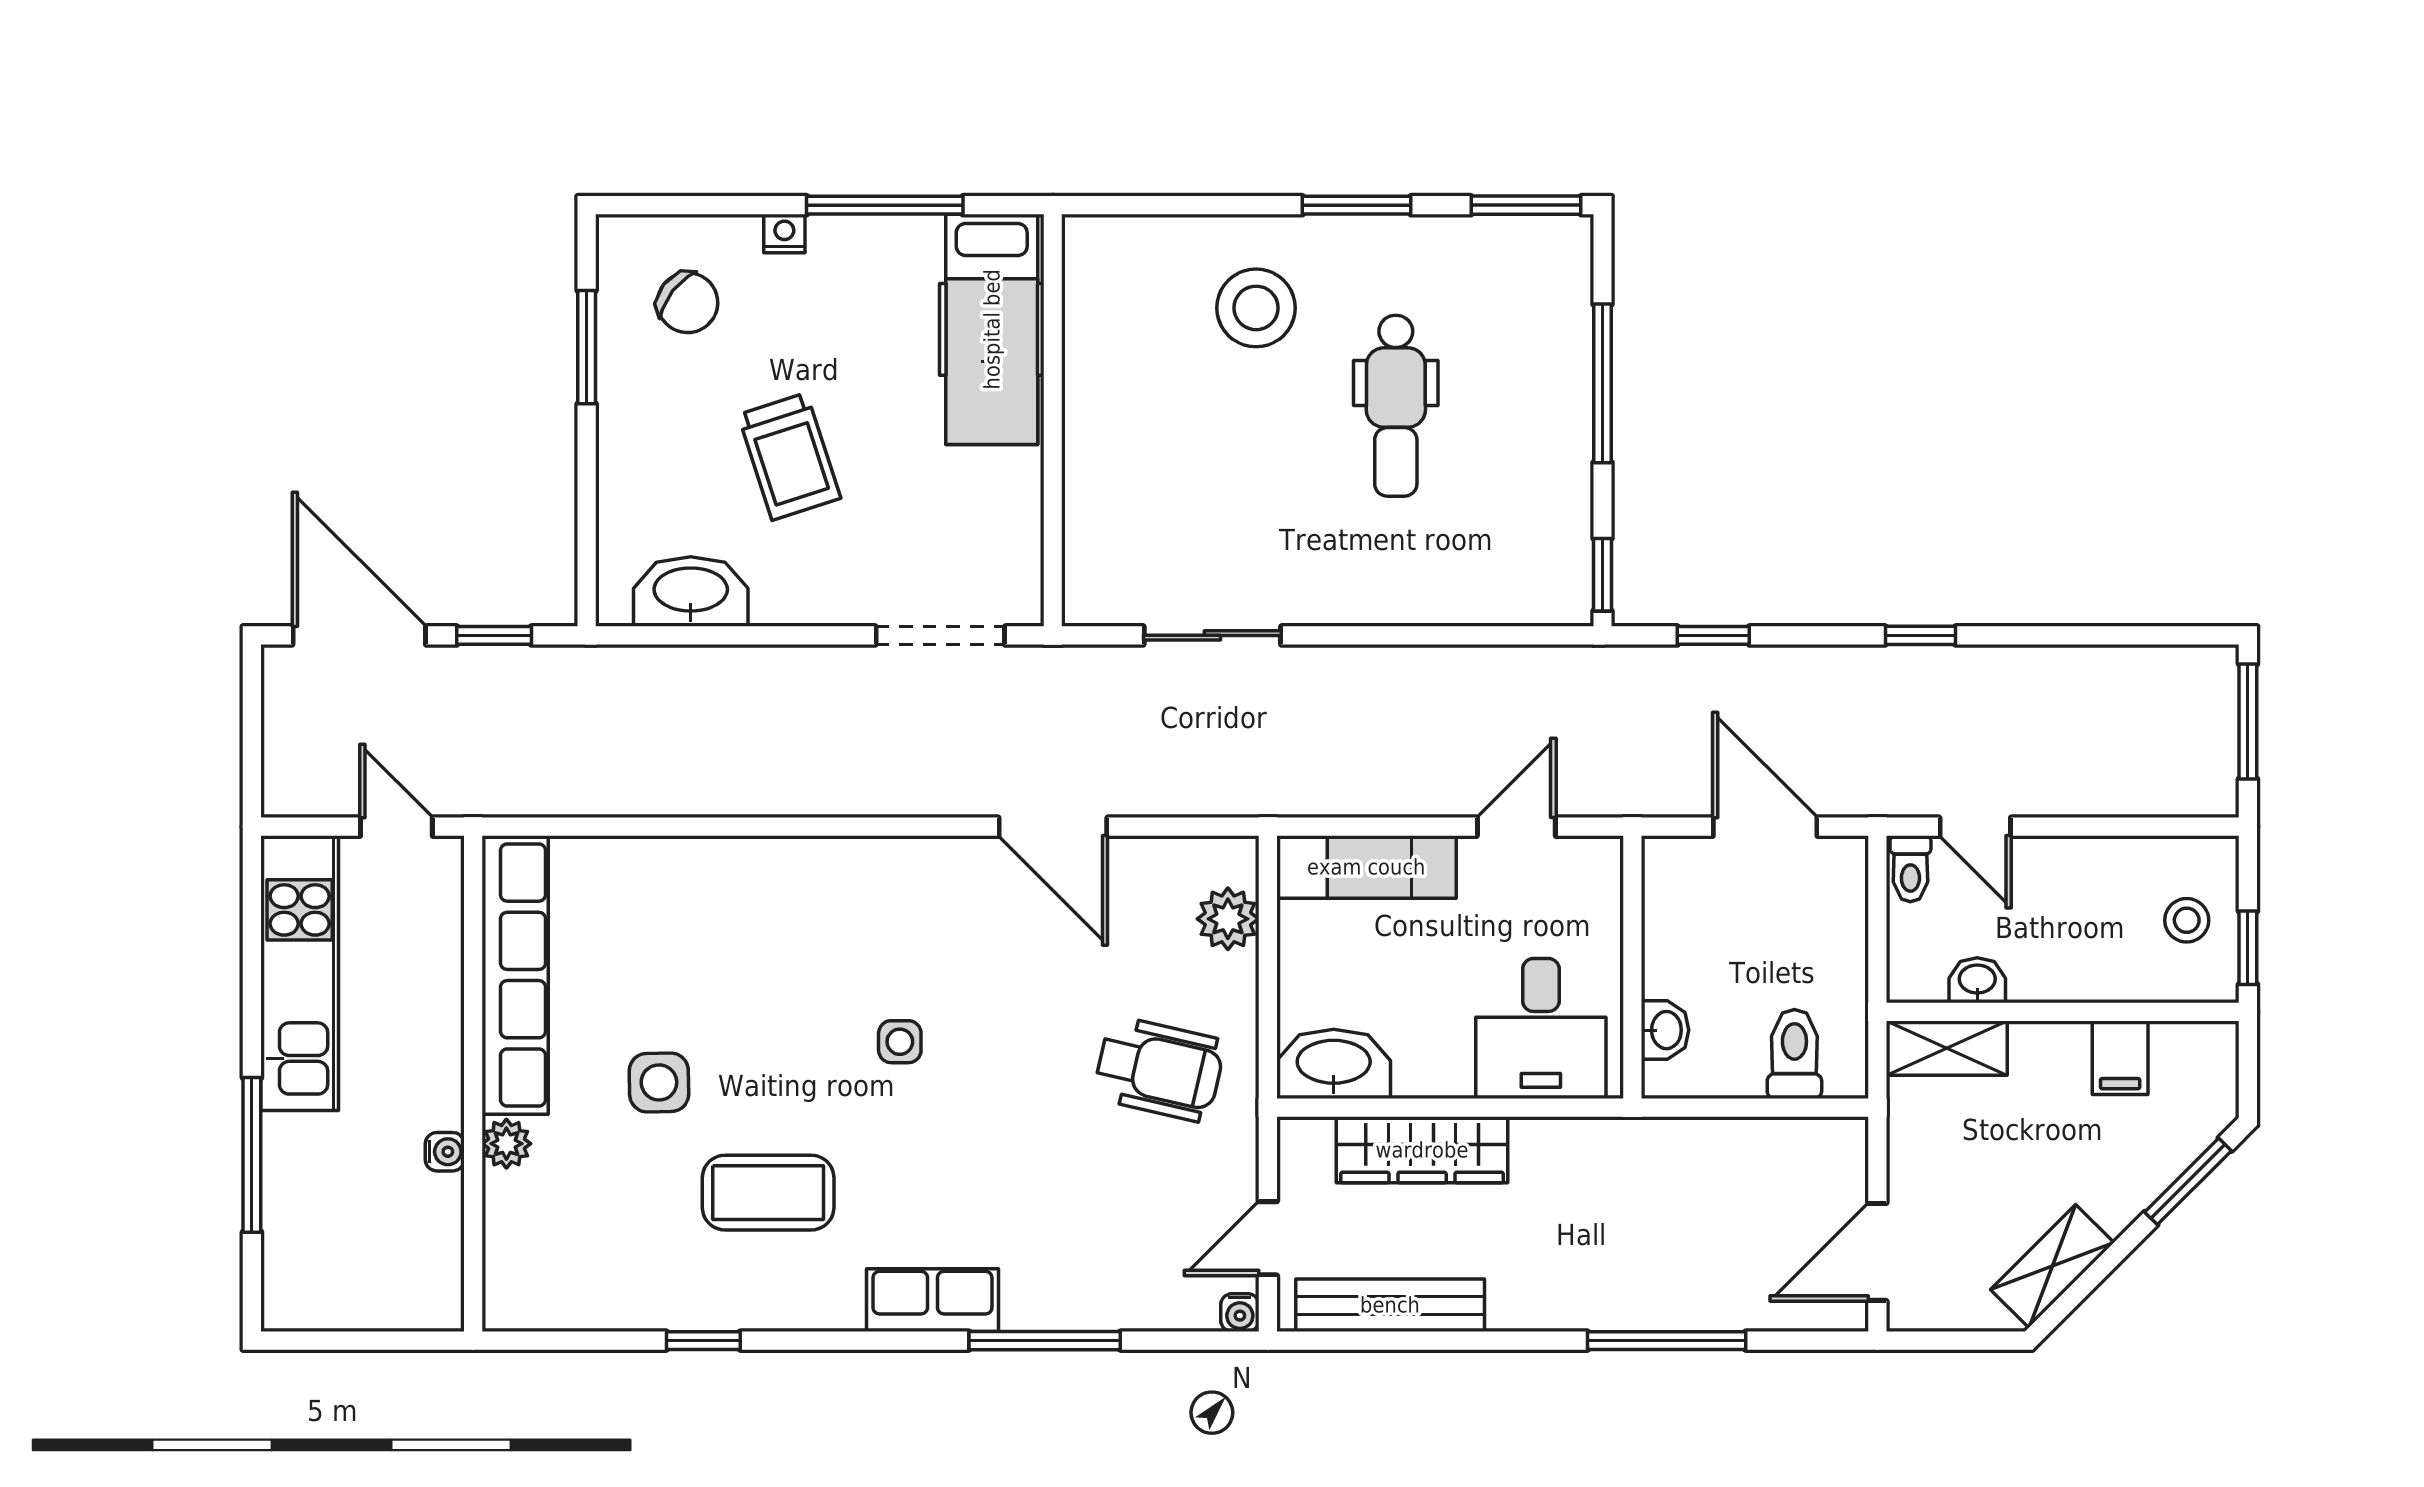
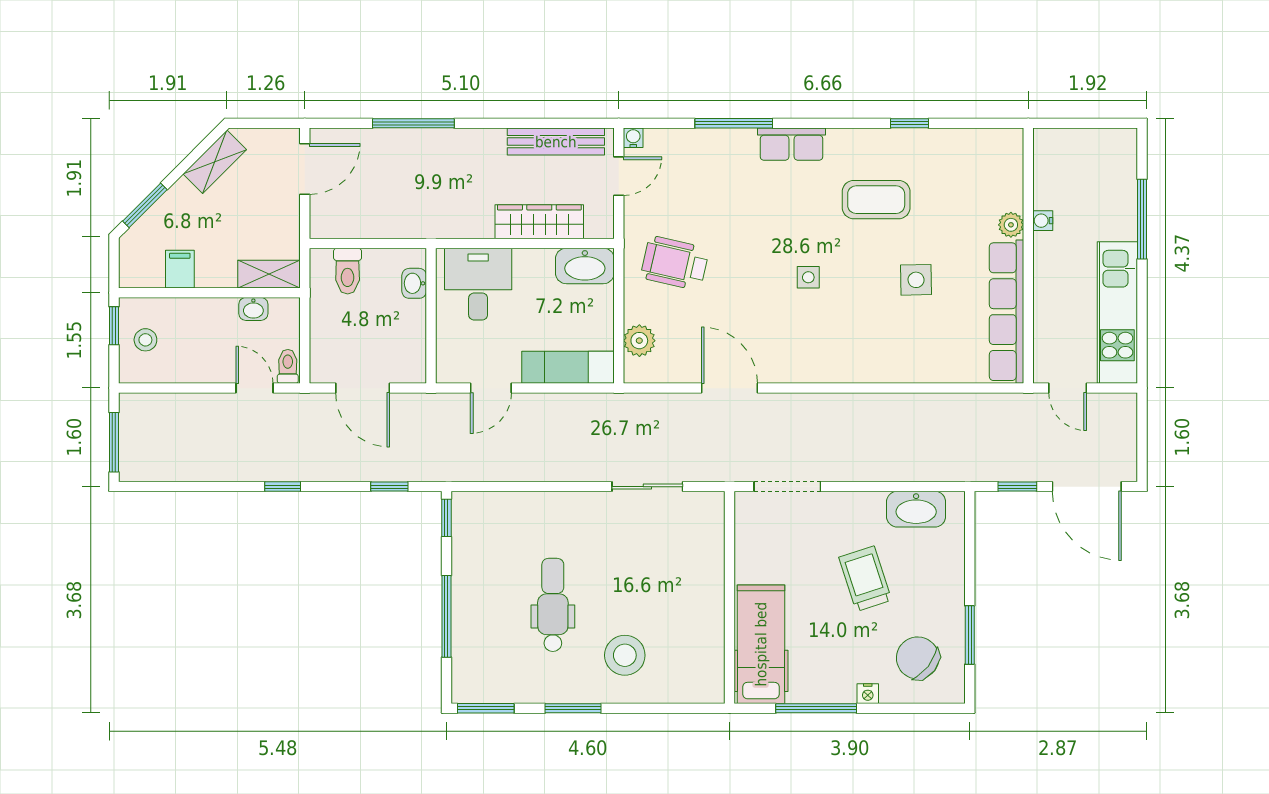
chair: (688, 303) -> (918, 658), width x1.37, depth x1.37
side table: (659, 1082) -> (916, 280), moved

